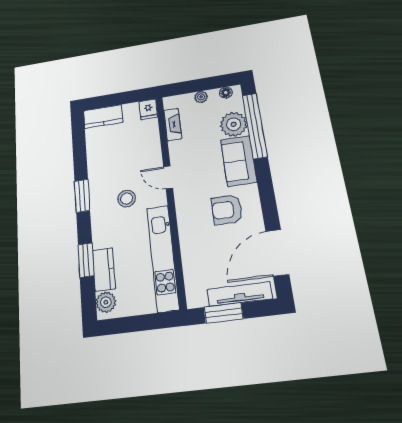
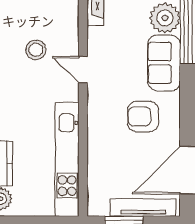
stool: (127, 199) -> (36, 50), moved

